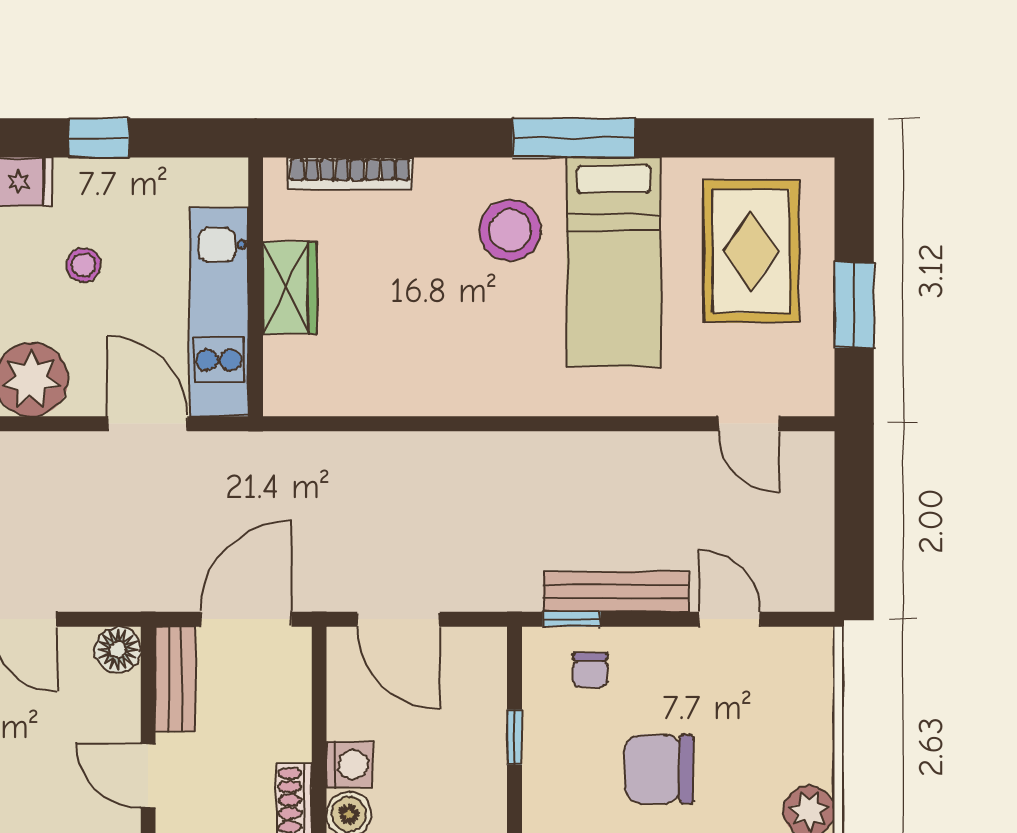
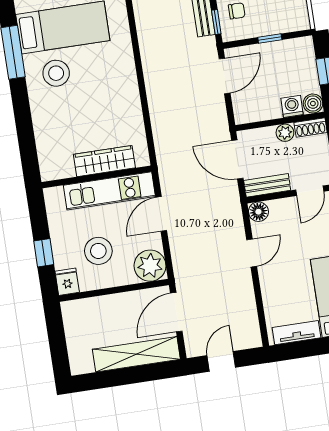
bookcase: (350, 174) -> (43, 145), removed
stool: (84, 265) -> (98, 251), width x1.89, depth x1.89
wardrobe: (290, 288) -> (104, 161), width x1.50
door: (398, 619) -> (225, 76), moved
plant: (291, 739) -> (285, 133), added

